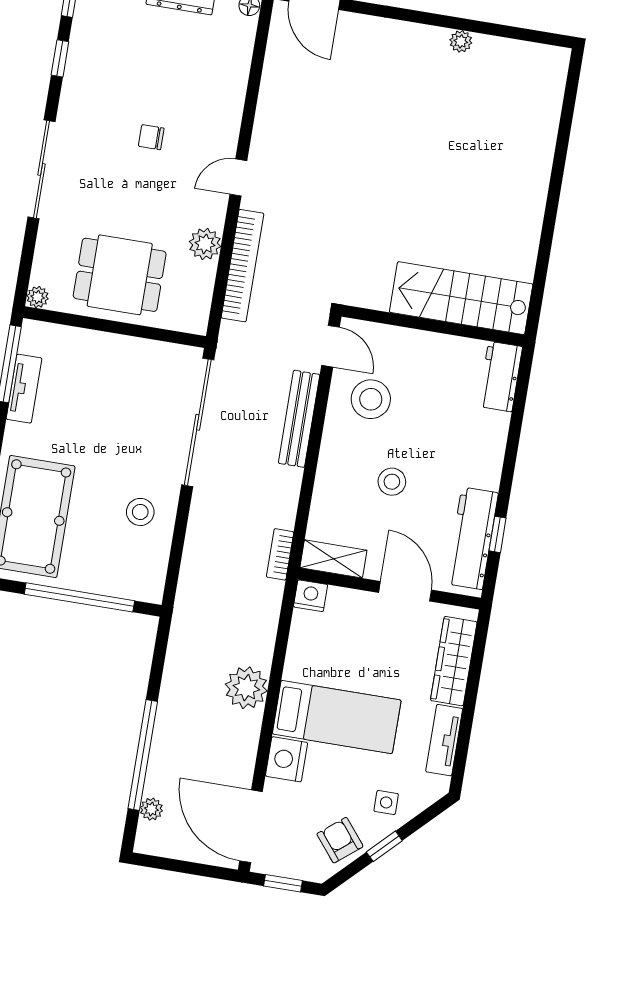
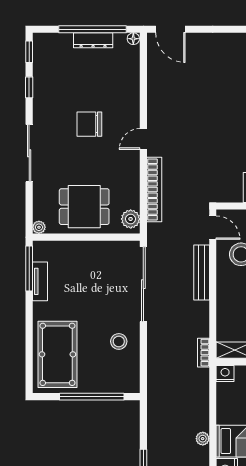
chair: (151, 137) -> (89, 124), width x1.87, depth x1.87
plant: (205, 244) -> (131, 219), moved
plant: (246, 688) -> (203, 439), width x0.53, depth x0.53

